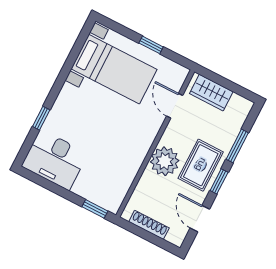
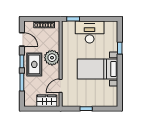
bed with nightstands: (114, 69) -> (98, 69), moved
door: (175, 106) -> (61, 86), swing flipped
desk: (55, 160) -> (90, 32), moved

